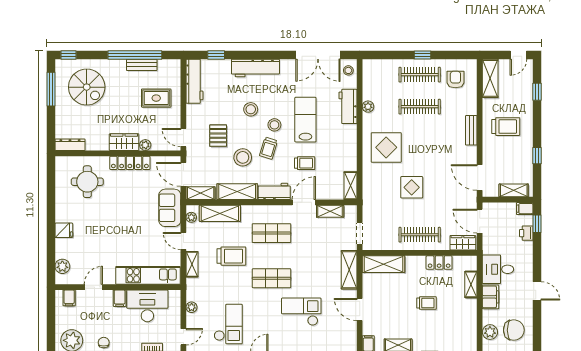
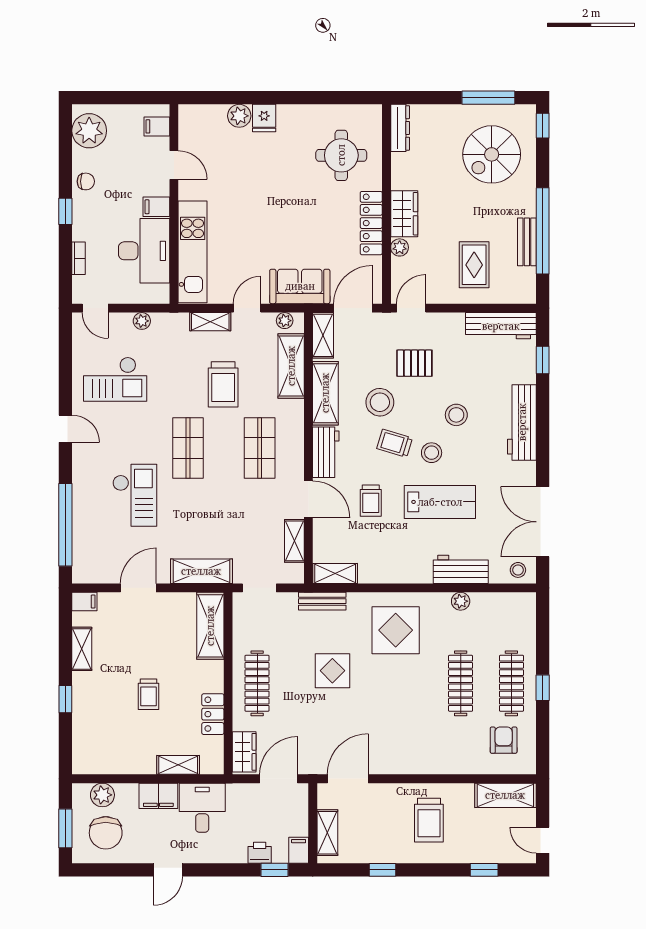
armchair: (455, 80) -> (504, 740), turned -90
bench: (471, 130) -> (322, 601), moved
plant: (62, 266) -> (239, 116), moved

